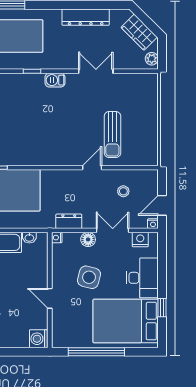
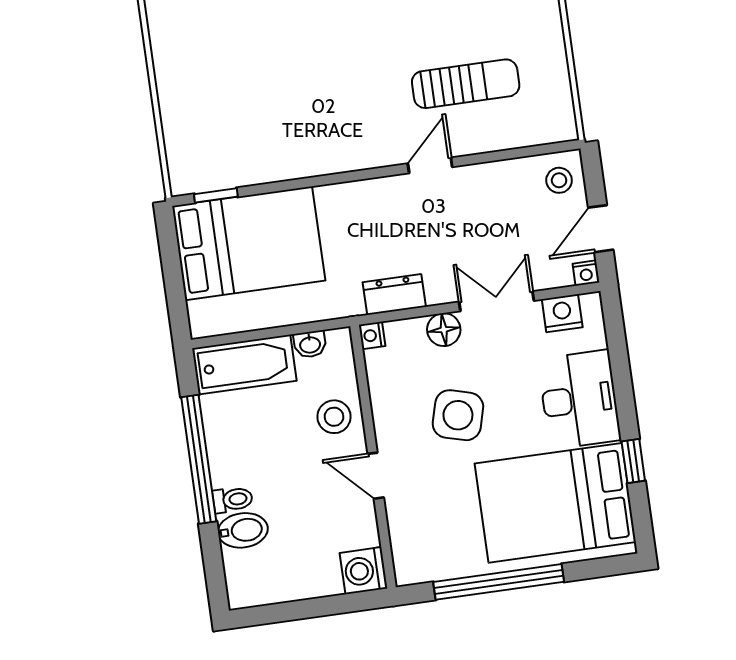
sun lounger: (112, 135) -> (466, 84), turned -90
stool: (123, 191) -> (559, 180), moved
stool: (35, 270) -> (334, 417), added

